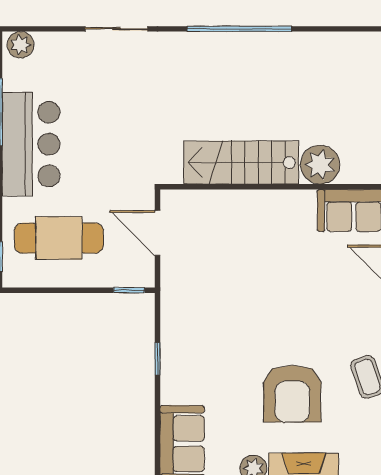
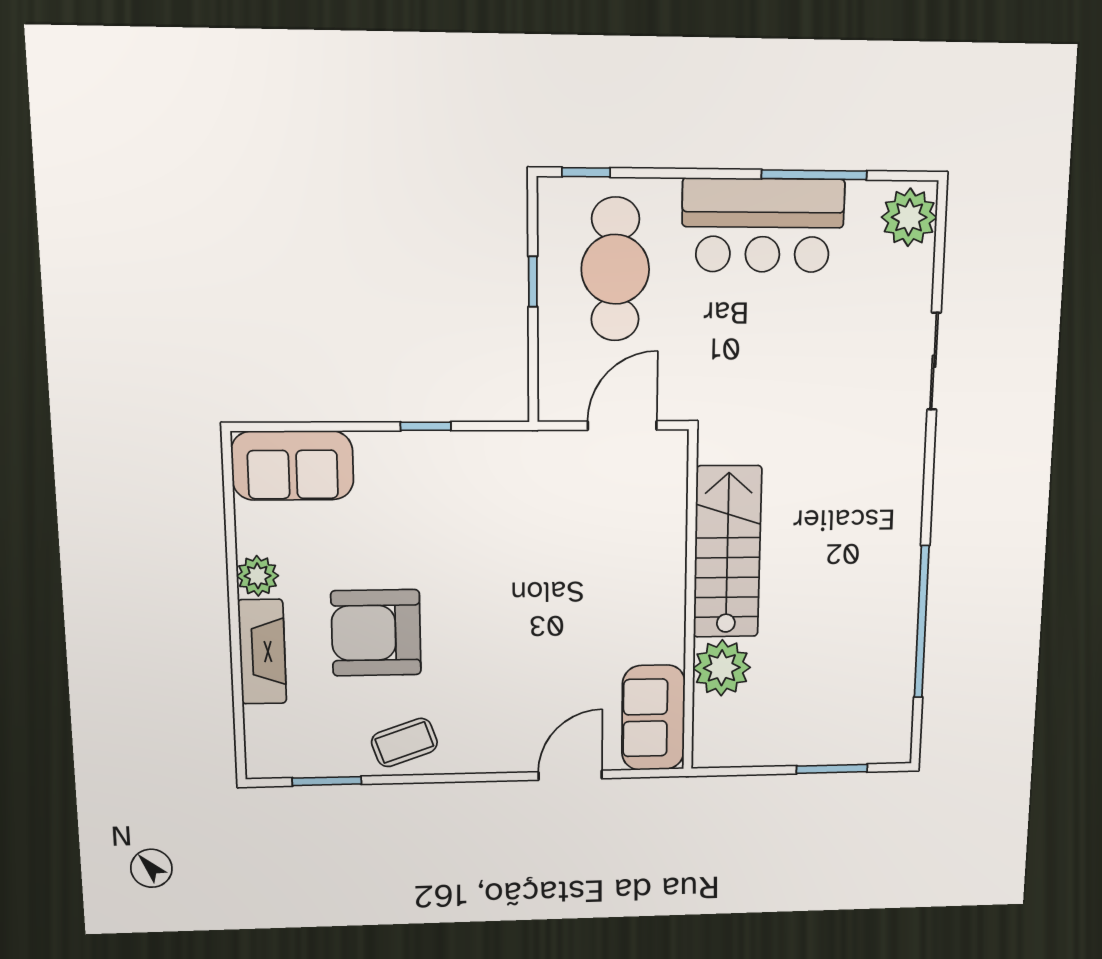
window: (239, 29) -> (922, 622), moved
plant: (20, 45) -> (909, 217), width x1.36, depth x1.36
window: (129, 290) -> (533, 282), moved

